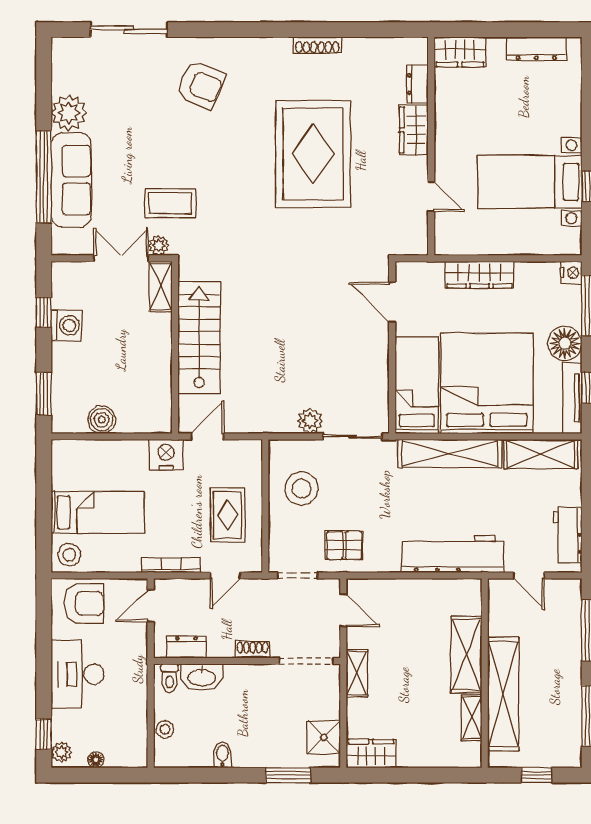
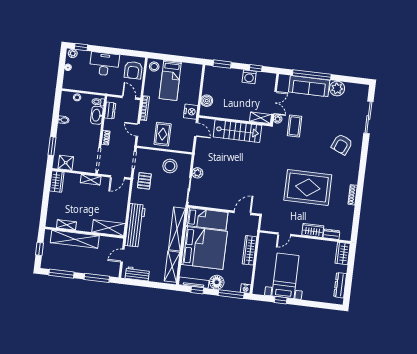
boiler: (102, 420) -> (207, 101), moved
rug: (228, 515) -> (163, 134), turned 90
shelving: (467, 655) -> (108, 228), moved

